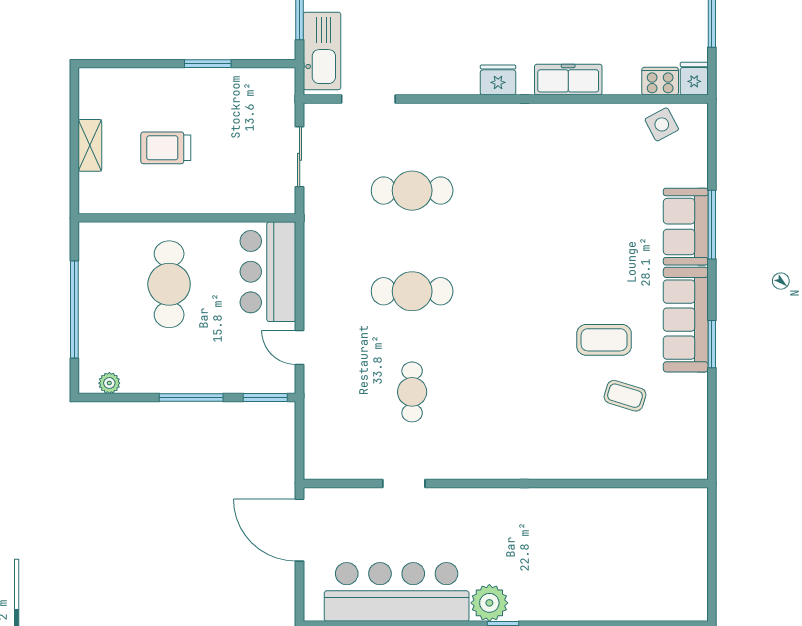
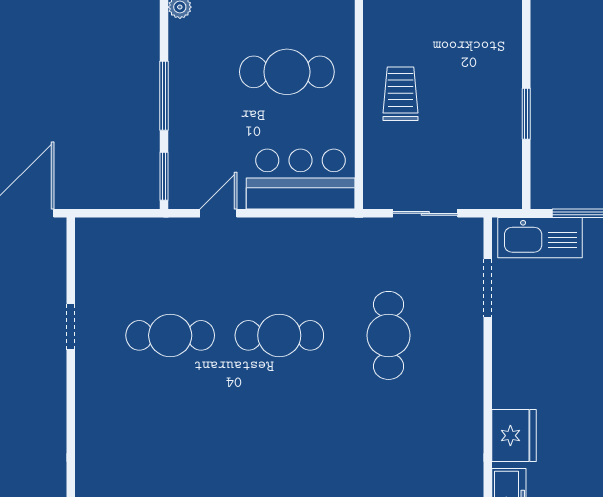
fridge: (498, 80) -> (514, 436), width x1.36, depth x1.34
trolley: (166, 148) -> (401, 94), moved
cafe table: (412, 291) -> (279, 335), turned 90
cafe table: (412, 392) -> (170, 335), width x1.37, depth x1.35

